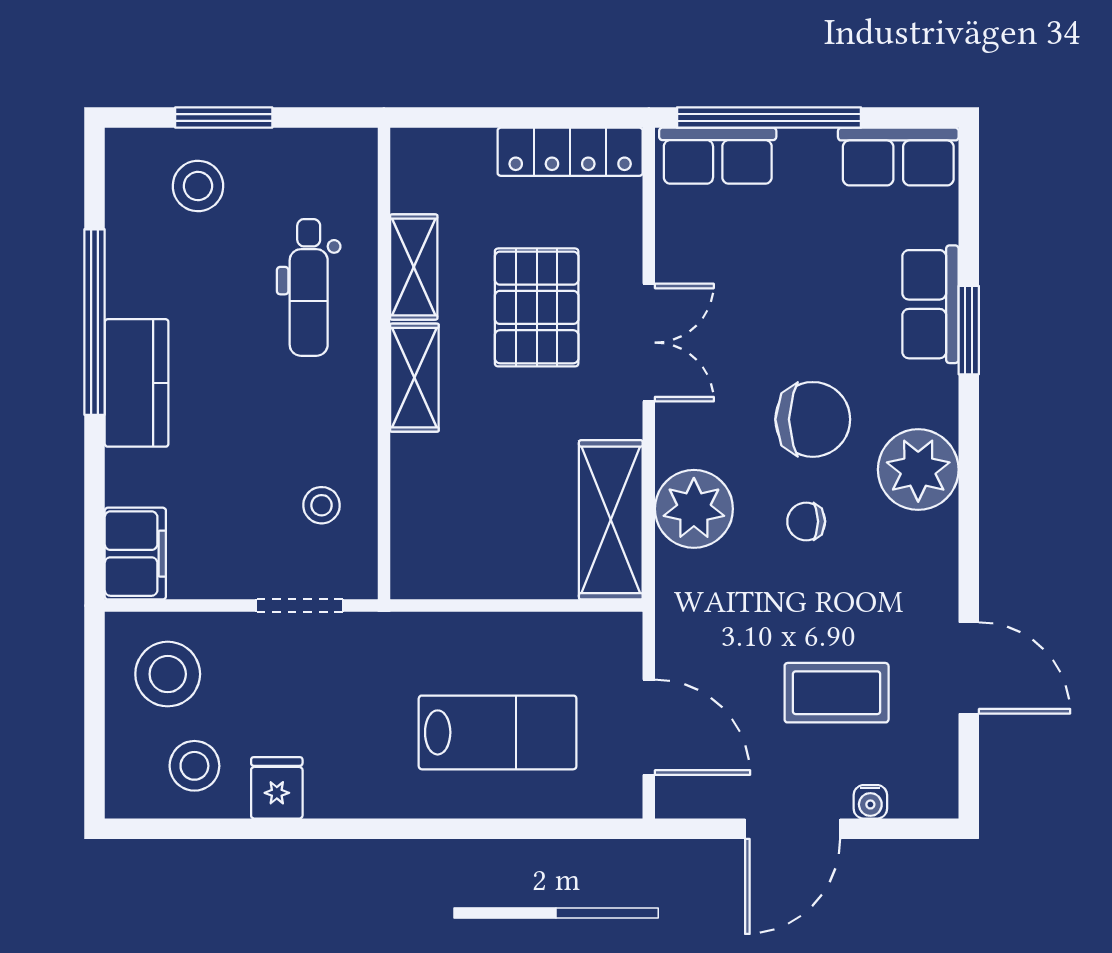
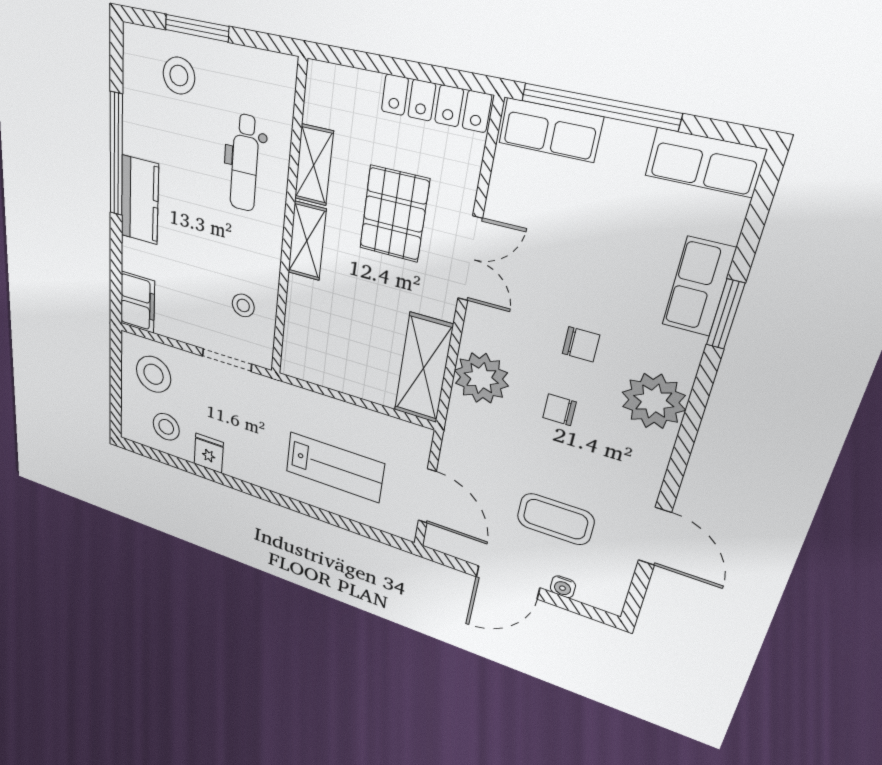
chair: (813, 419) -> (581, 344), width x0.54, depth x0.54

